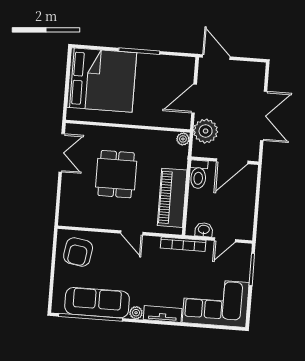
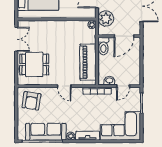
dining table: (116, 174) -> (34, 64), moved, turned 90

